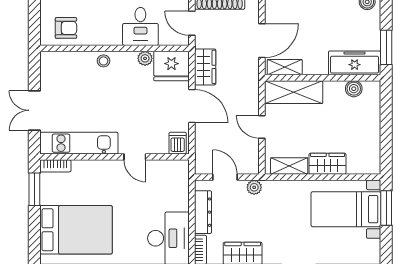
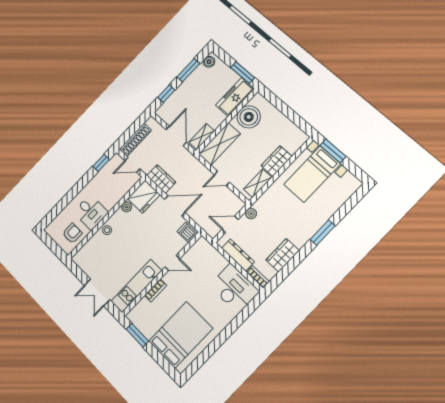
desk: (140, 26) -> (91, 212), moved
boiler: (354, 89) -> (249, 117), width x1.86, depth x1.86
bookcase: (55, 166) -> (156, 290), moved

